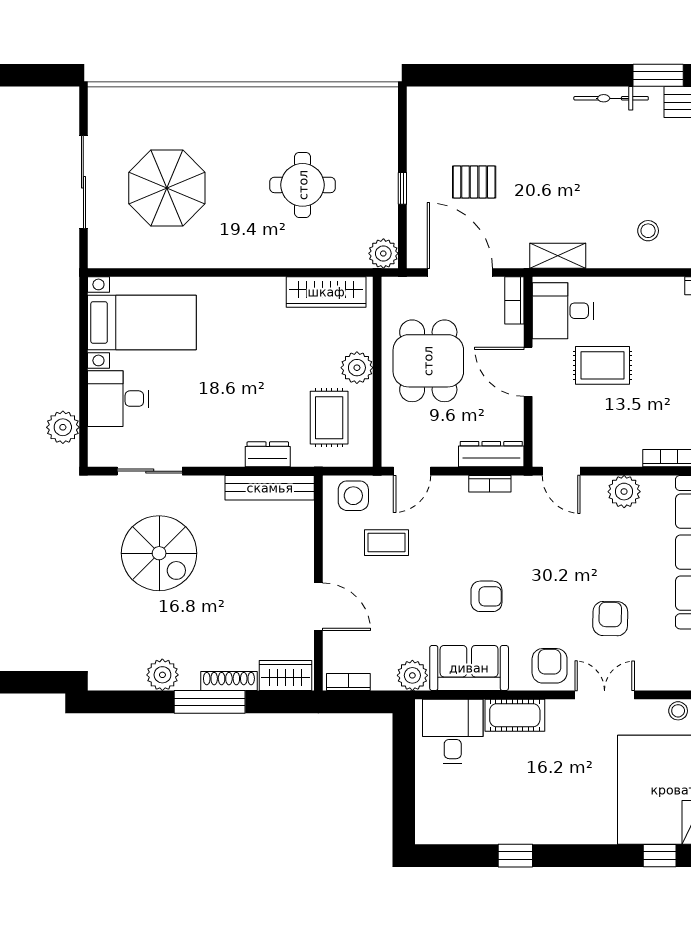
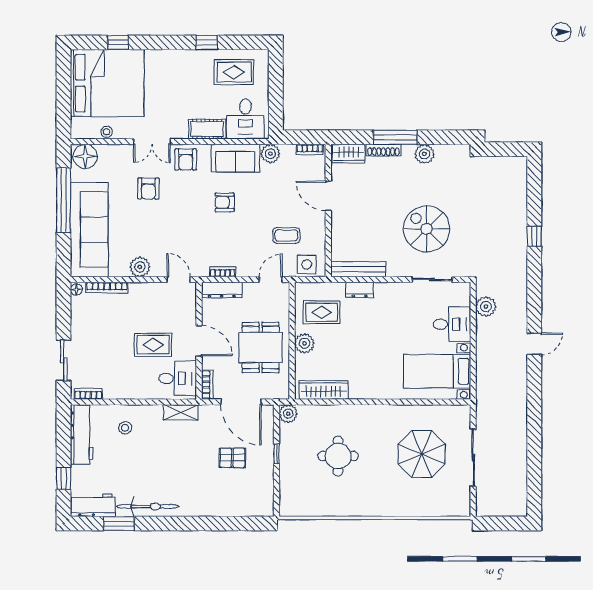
bicycle: (611, 98) -> (148, 506), width x1.37, depth x1.40
rug: (329, 418) -> (322, 312), turned 90
rug: (471, 807) -> (234, 72), added

